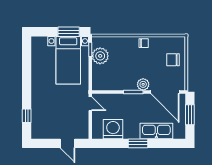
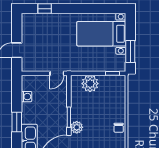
plant: (100, 56) -> (90, 84), moved
bed with nightstands: (68, 60) -> (101, 34), moved
washing machine: (113, 129) -> (26, 97), width x0.53, depth x0.53

